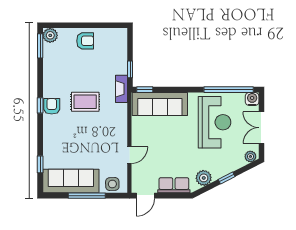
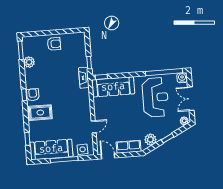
plant: (50, 35) -> (29, 62), moved
rug: (85, 102) -> (40, 113), moved
door: (145, 196) -> (108, 156), swing flipped

